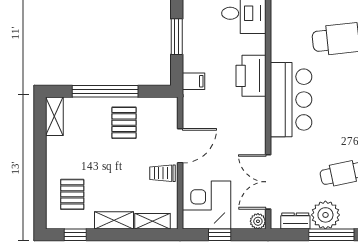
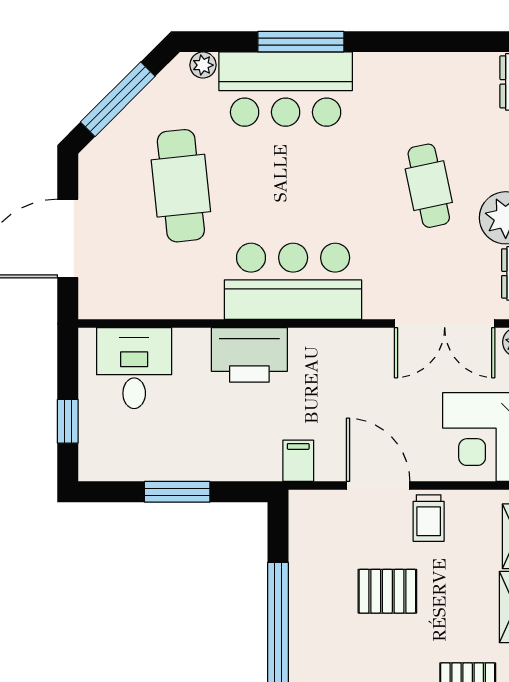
filing cabinet: (193, 81) -> (298, 461), moved
pallet: (124, 123) -> (387, 591), moved

